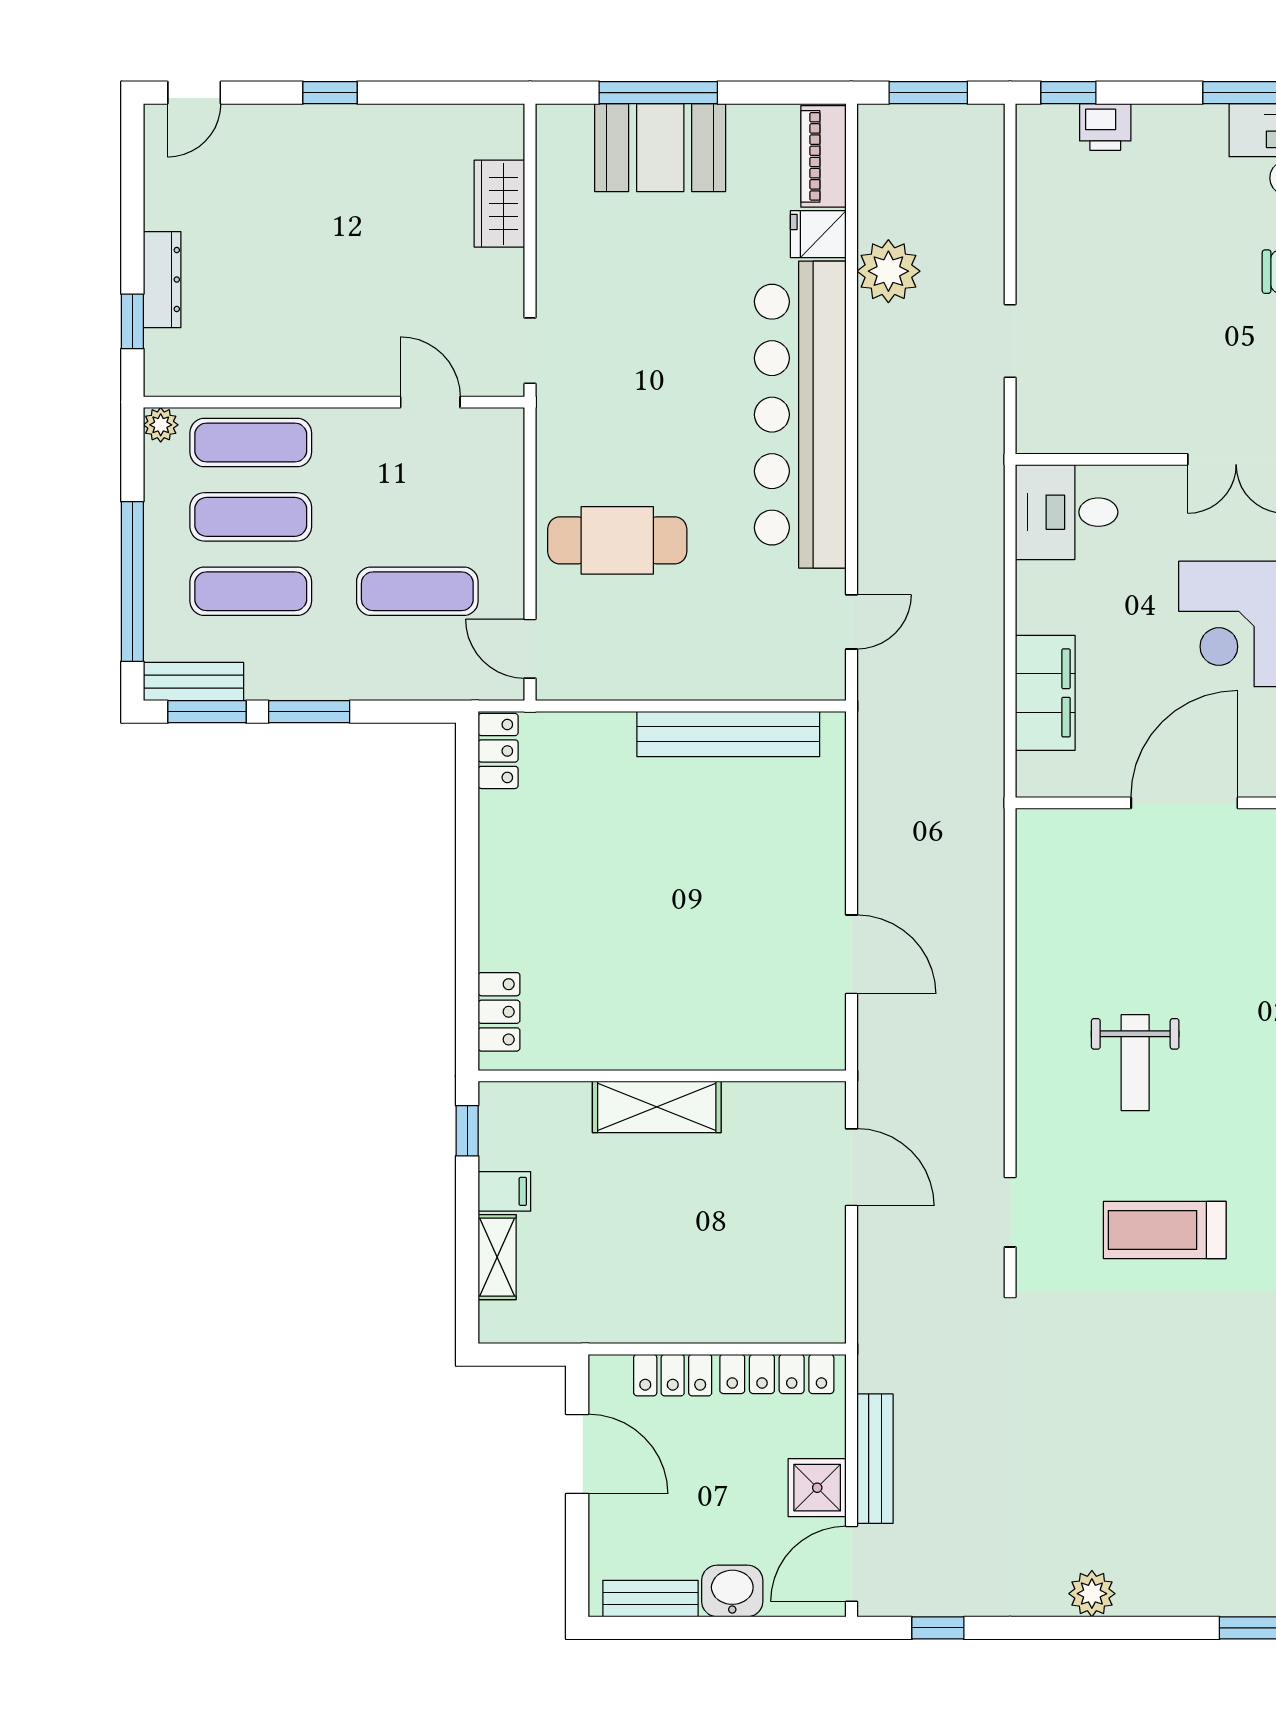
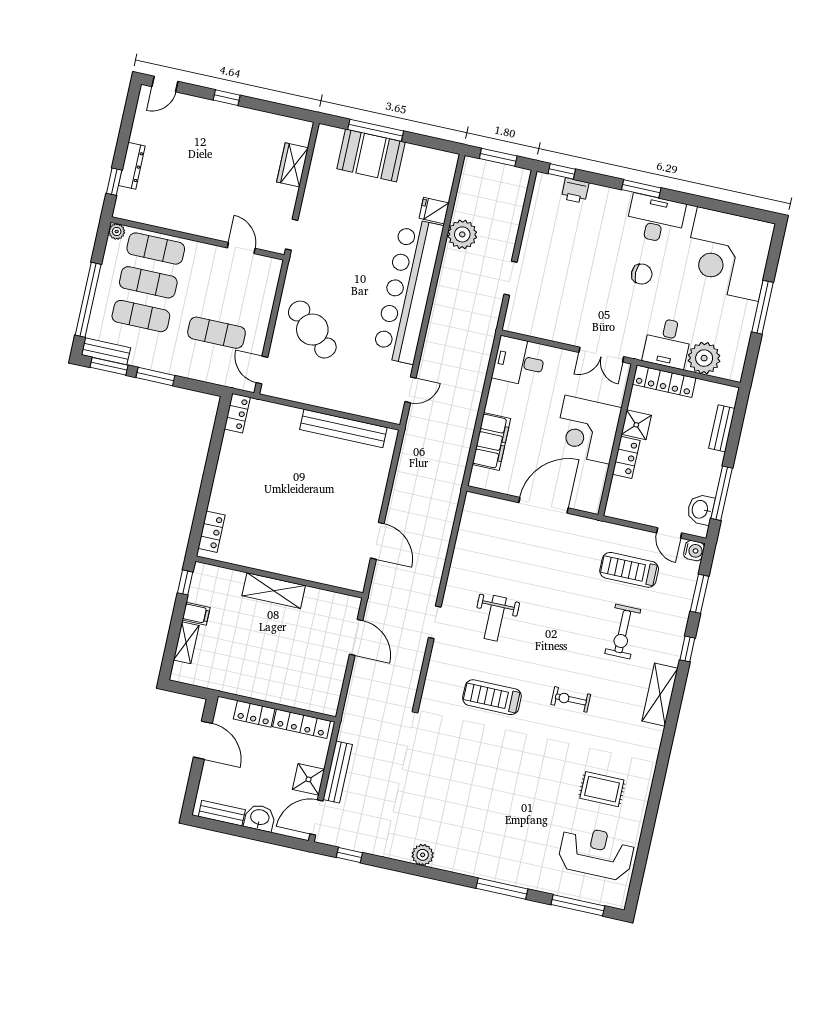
piano: (823, 156) -> (444, 176), removed
cafe table: (617, 540) -> (312, 330), turned 42
doorway: (1010, 1212) -> (435, 622), moved

